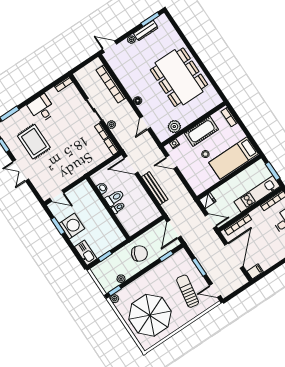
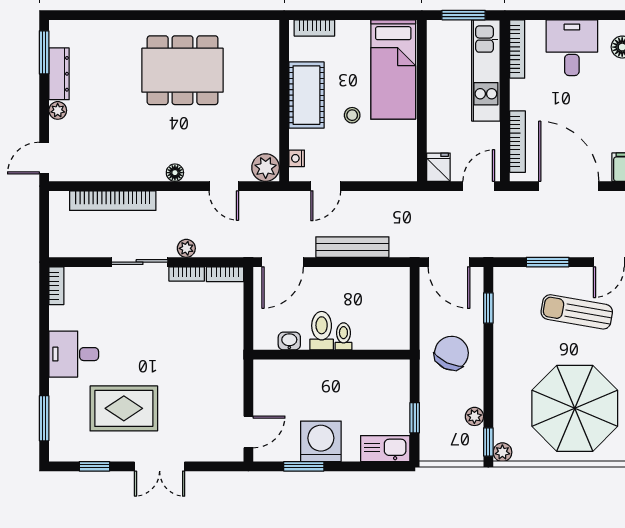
dining table: (179, 77) -> (183, 70), width x0.73, depth x0.80
plant: (174, 127) -> (266, 168), moved

